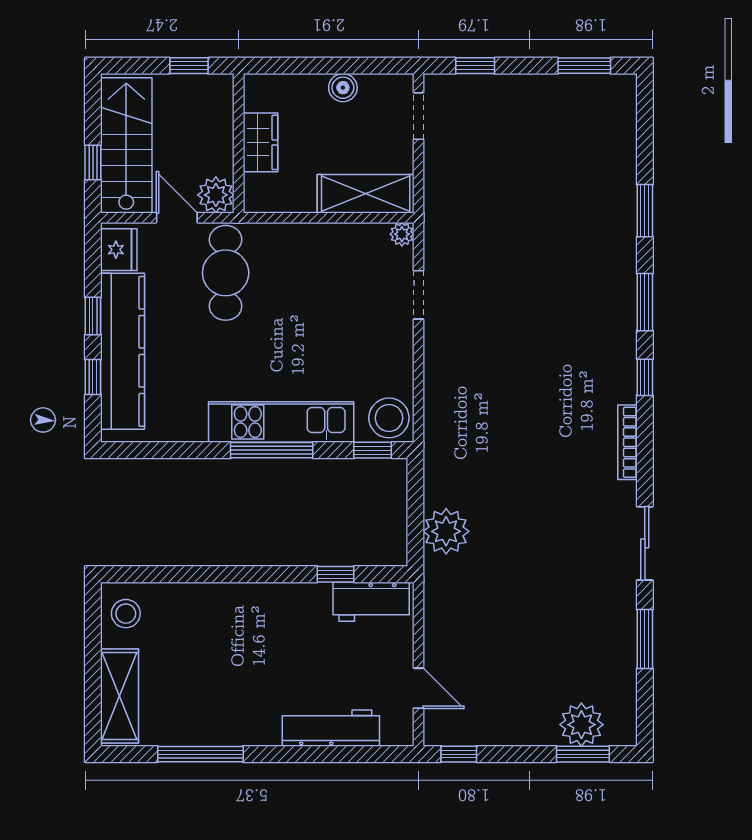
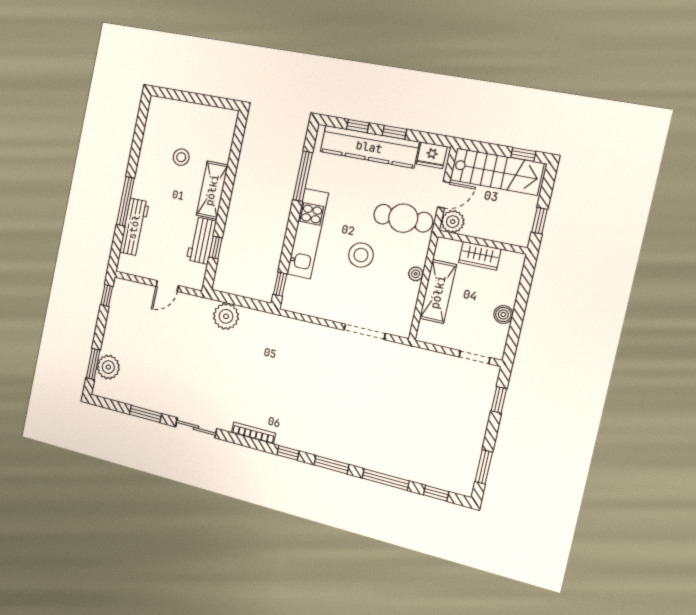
window: (645, 128) -> (436, 493), added
window: (93, 162) -> (523, 154), moved
shelving: (366, 194) -> (438, 292), moved
window: (645, 211) -> (386, 479), width x1.44
plant: (402, 234) -> (416, 274), moved
doorway: (418, 295) -> (365, 332), width x1.38
stool: (389, 418) -> (361, 255), moved
window: (272, 450) -> (303, 176), moved
workbench: (371, 602) -> (201, 240), moved
stool: (126, 614) -> (181, 157), moved
door: (418, 688) -> (167, 286), moved
shelving: (120, 696) -> (212, 190), moved, turned 90
window: (200, 754) -> (125, 201), moved

